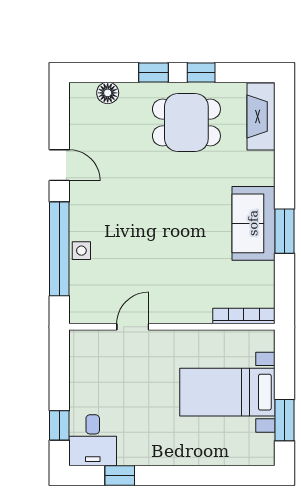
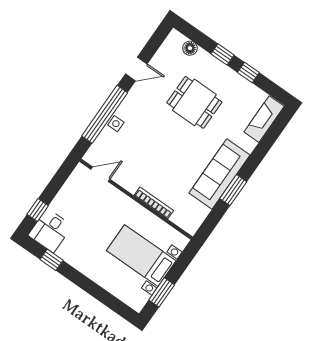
dining table: (186, 123) -> (194, 102), moved
door: (59, 165) -> (136, 69), hinge flipped
sofa: (253, 223) -> (219, 174), width x1.36
bookcase: (244, 316) -> (154, 203), moved
door: (133, 327) -> (100, 174), moved

